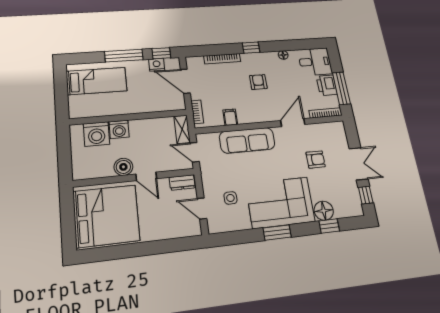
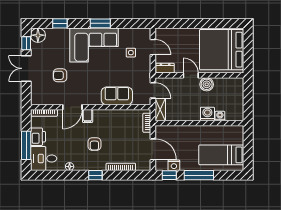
window: (341, 88) -> (26, 145), moved
filing cabinet: (230, 117) -> (88, 116), moved
washing machine: (96, 134) -> (220, 116), width x0.53, depth x0.53
sofa: (247, 140) -> (117, 96), width x0.73
floor lamp: (324, 211) -> (38, 35), moved

